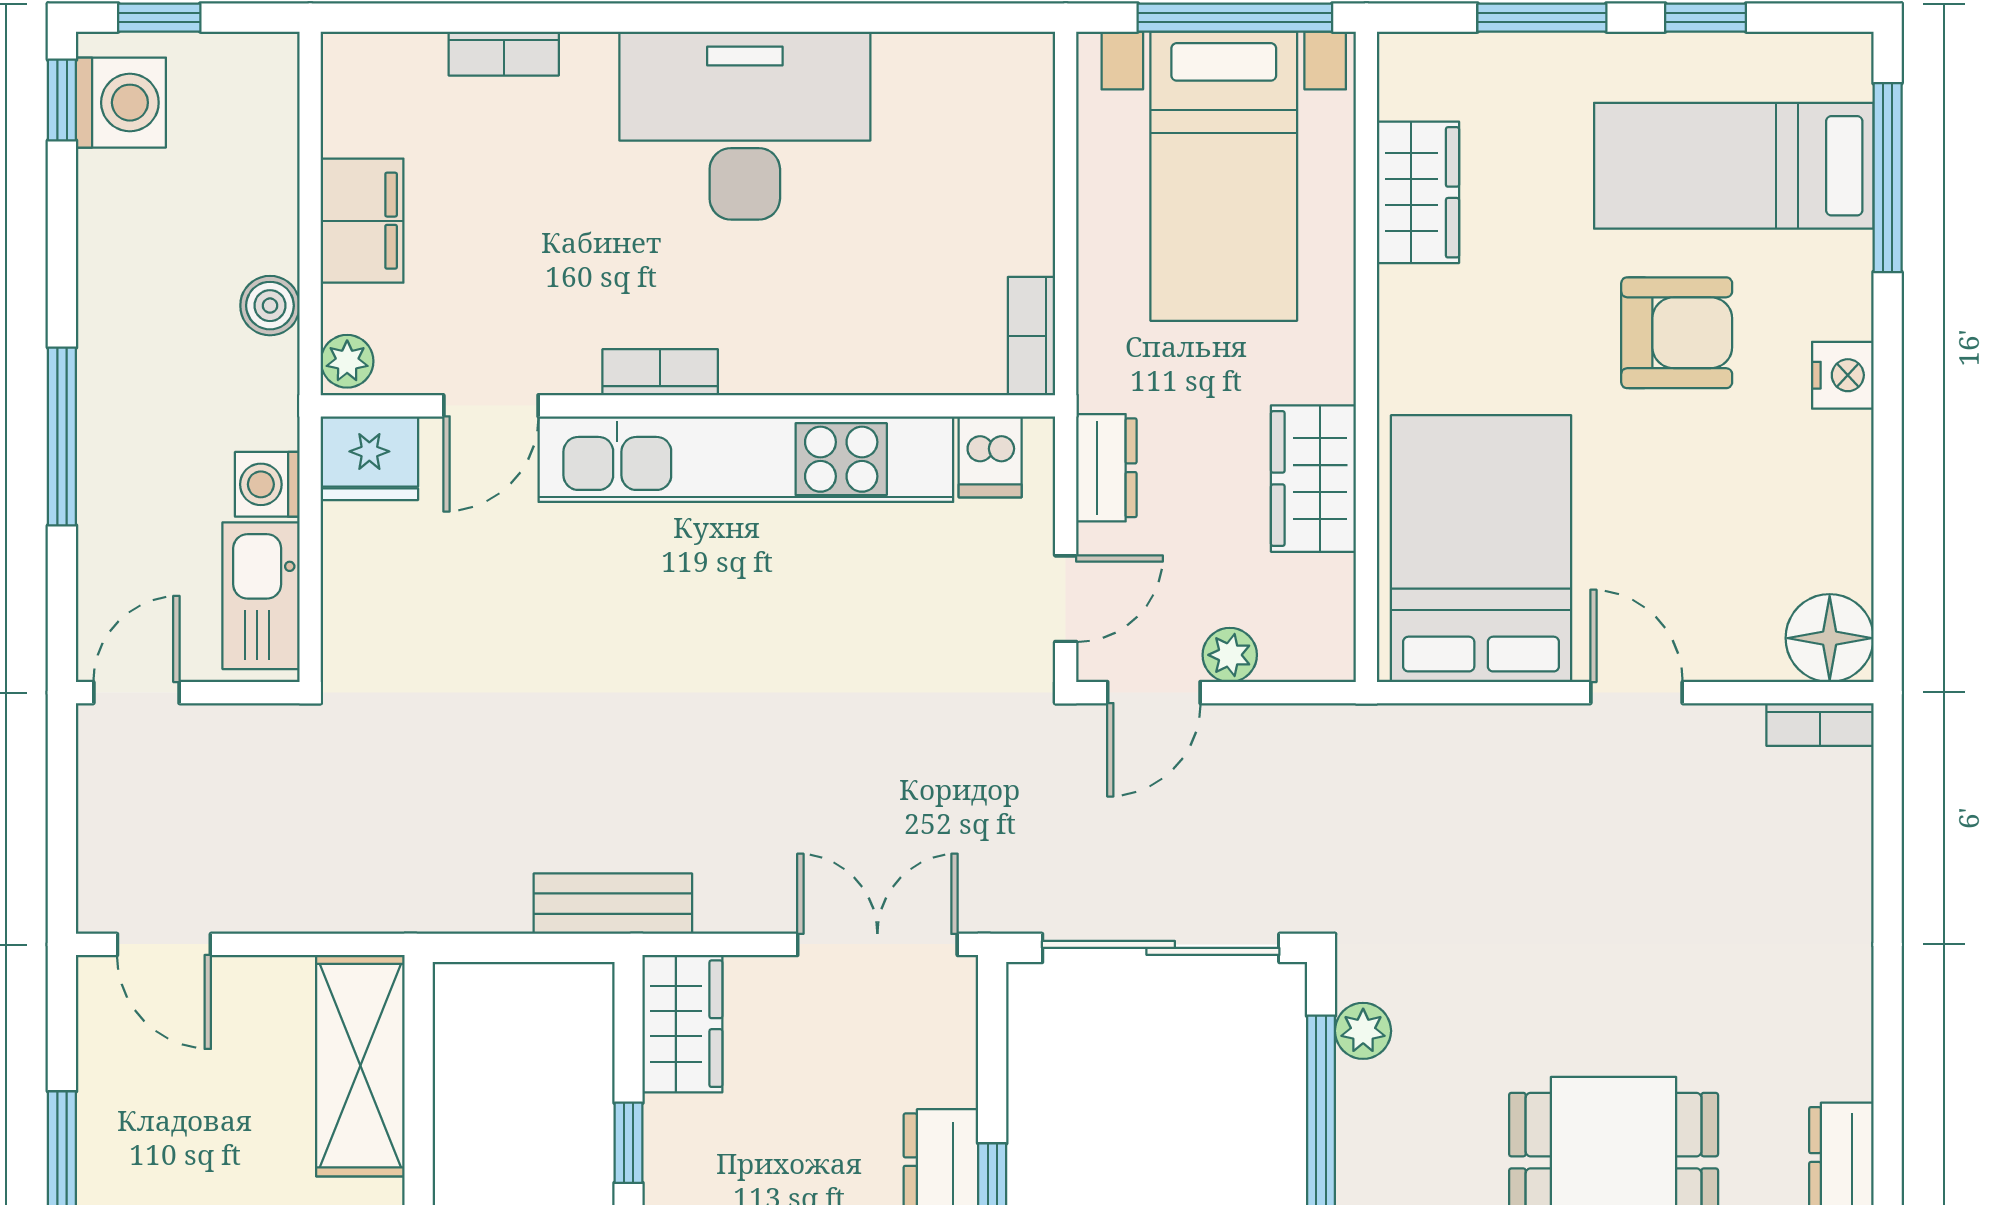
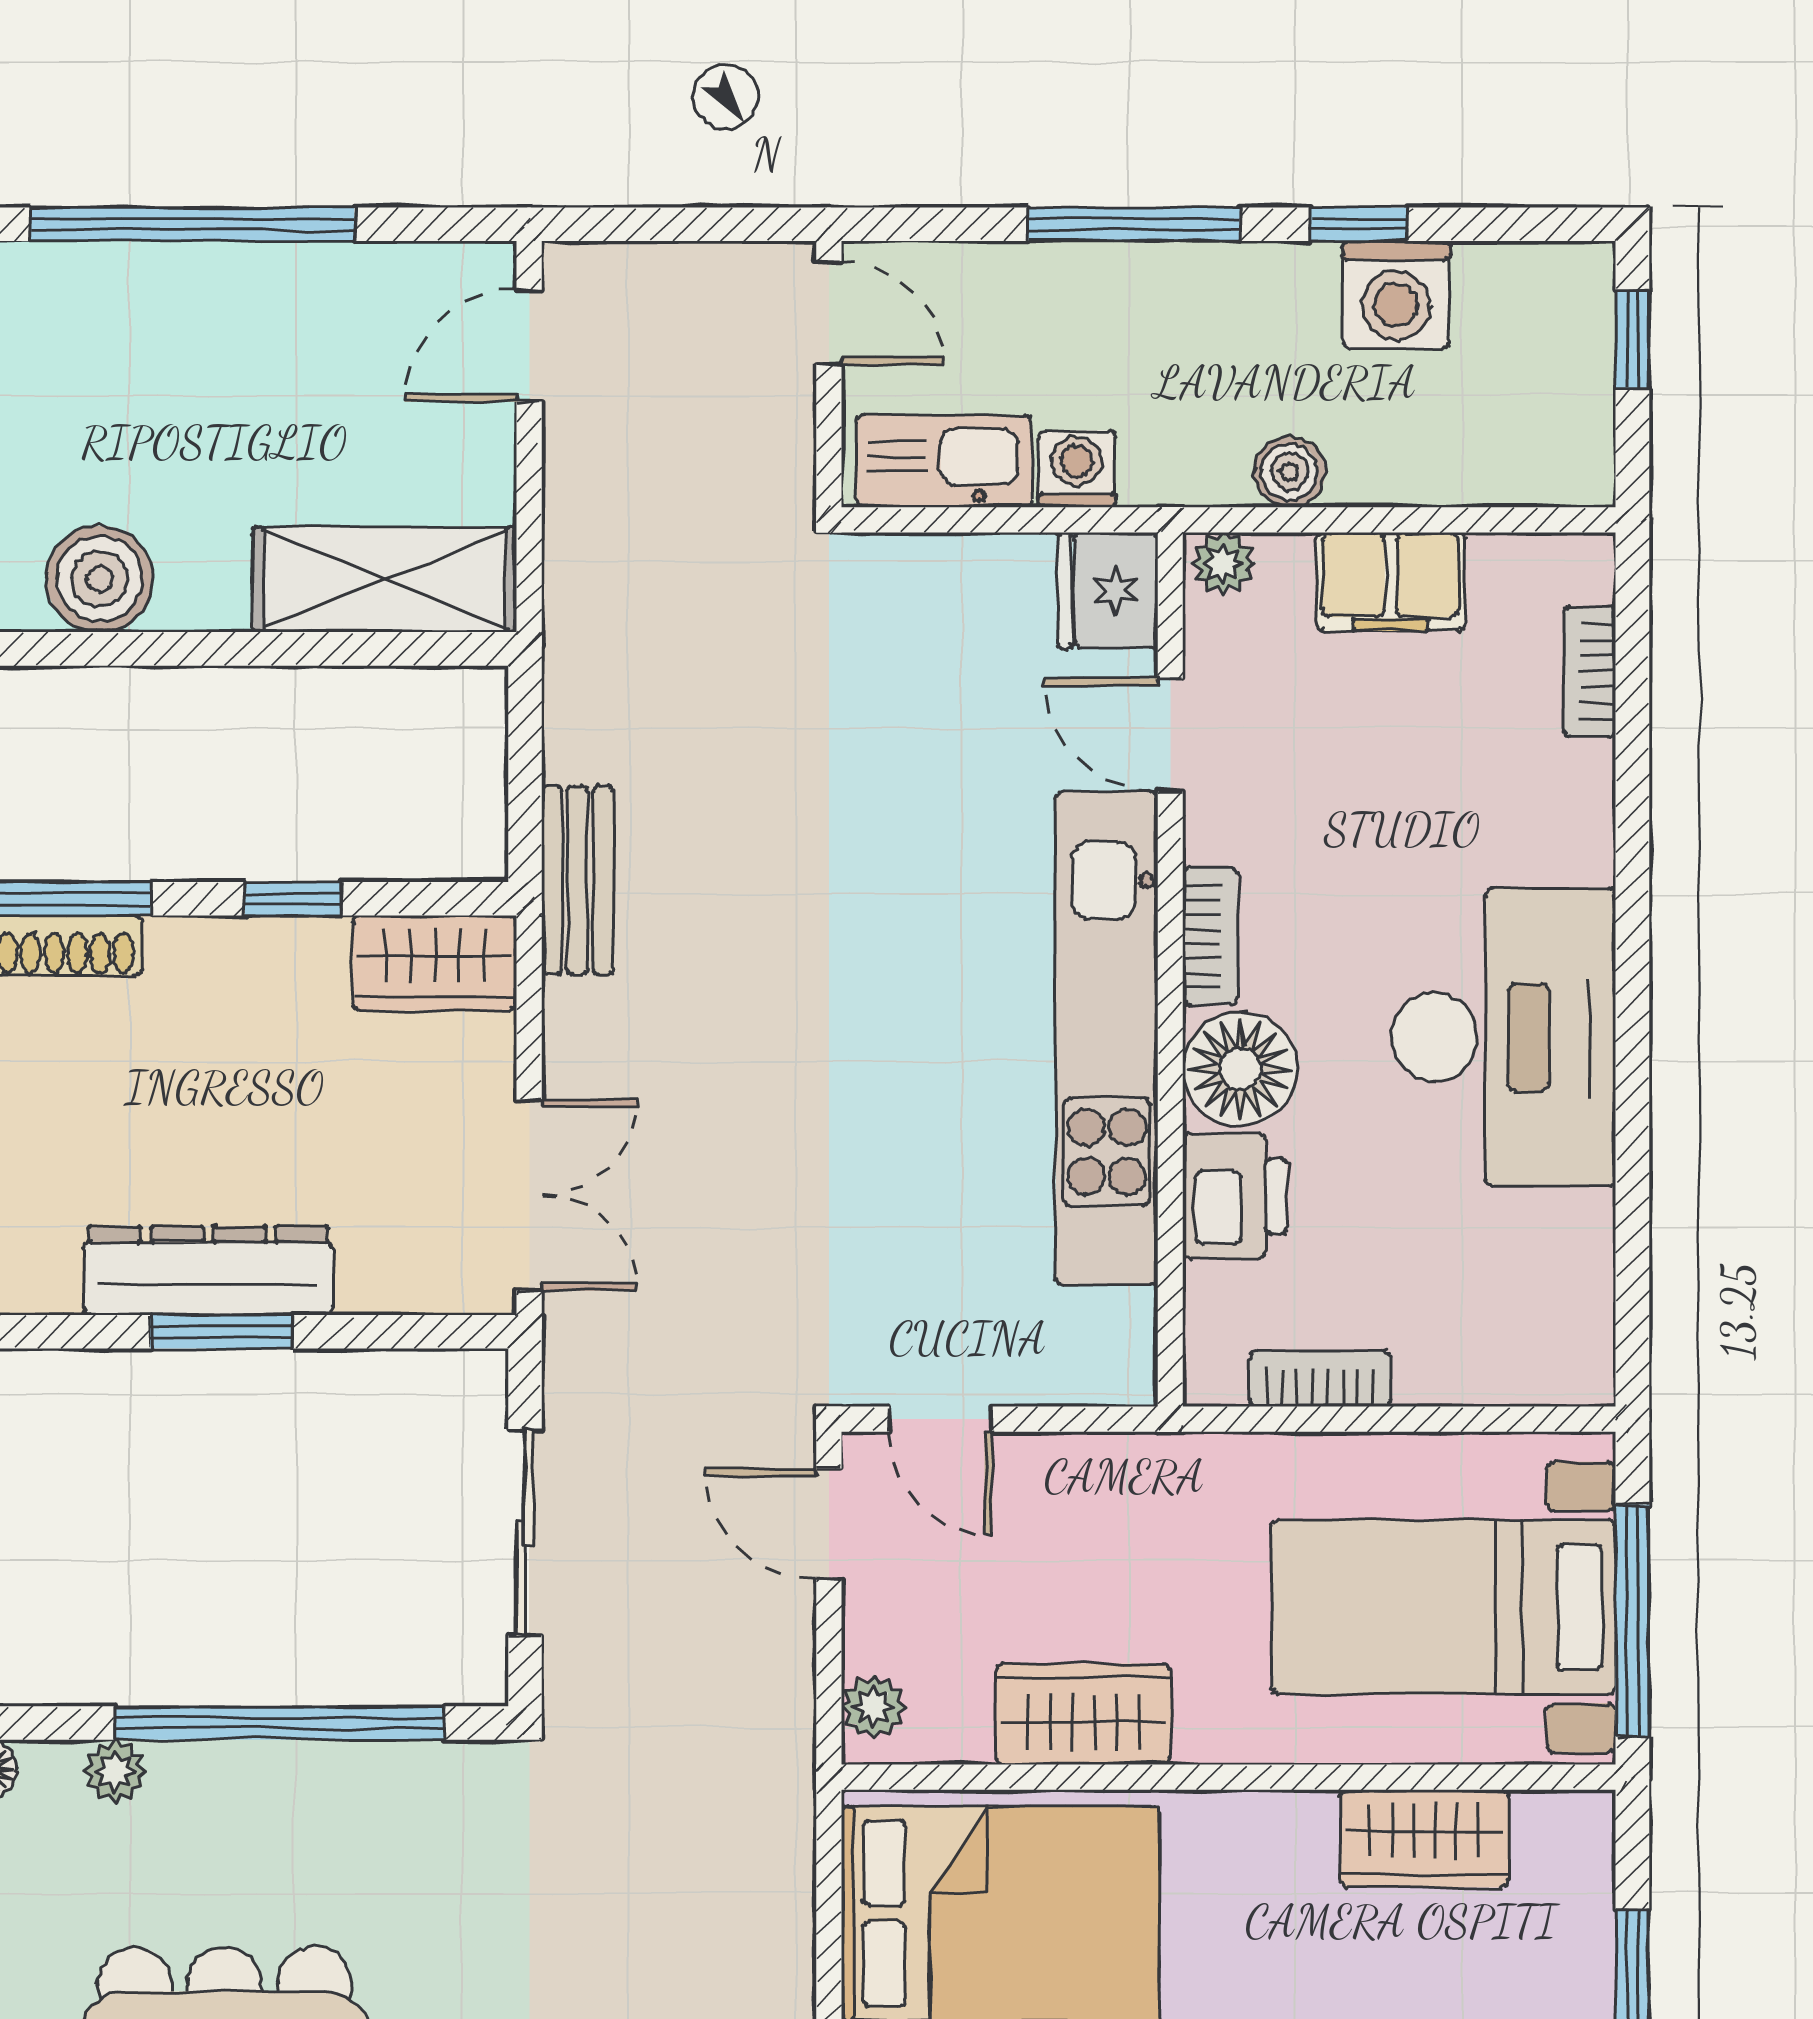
bookcase: (504, 54) -> (1590, 672), moved
window: (62, 100) -> (1358, 224), moved
washing machine: (121, 103) -> (1396, 294), moved
bookcase: (1032, 336) -> (1320, 1378), moved
floor lamp: (772, 347) -> (1240, 1069), added
printer: (878, 352) -> (1235, 1196), added
dishwasher: (990, 457) -> (1110, 1329), removed
dresser: (1106, 468) -> (1096, 1468), removed
plant: (1230, 655) -> (874, 1707), moved
sliding door: (1161, 948) -> (525, 1532), width x0.73
plant: (1363, 1031) -> (426, 1773), removed

